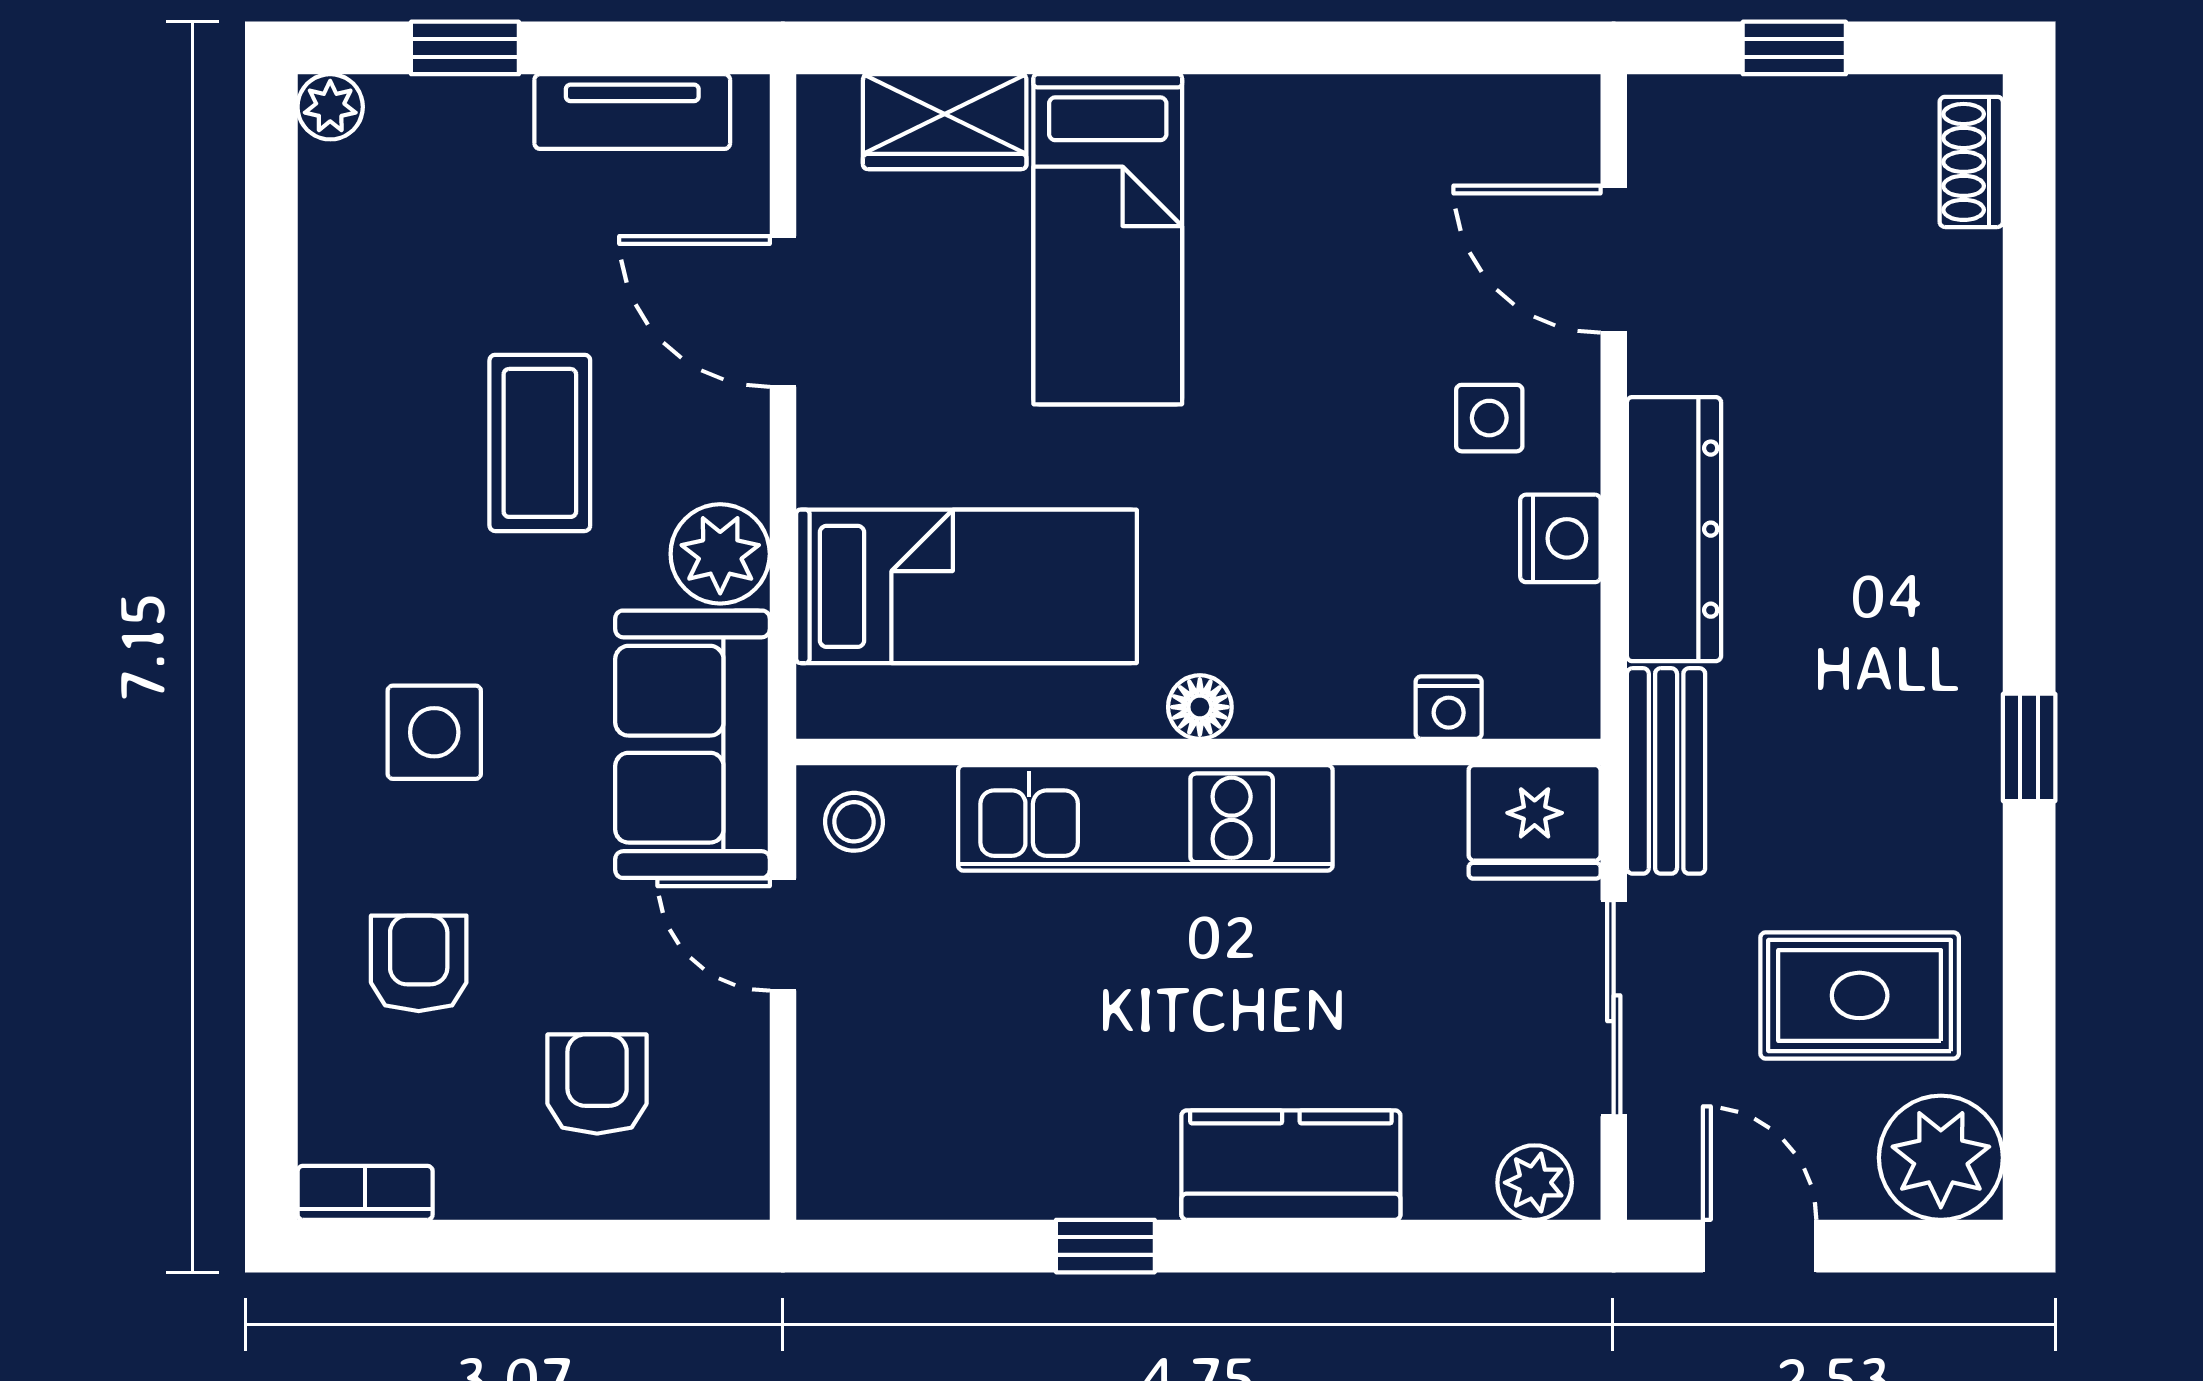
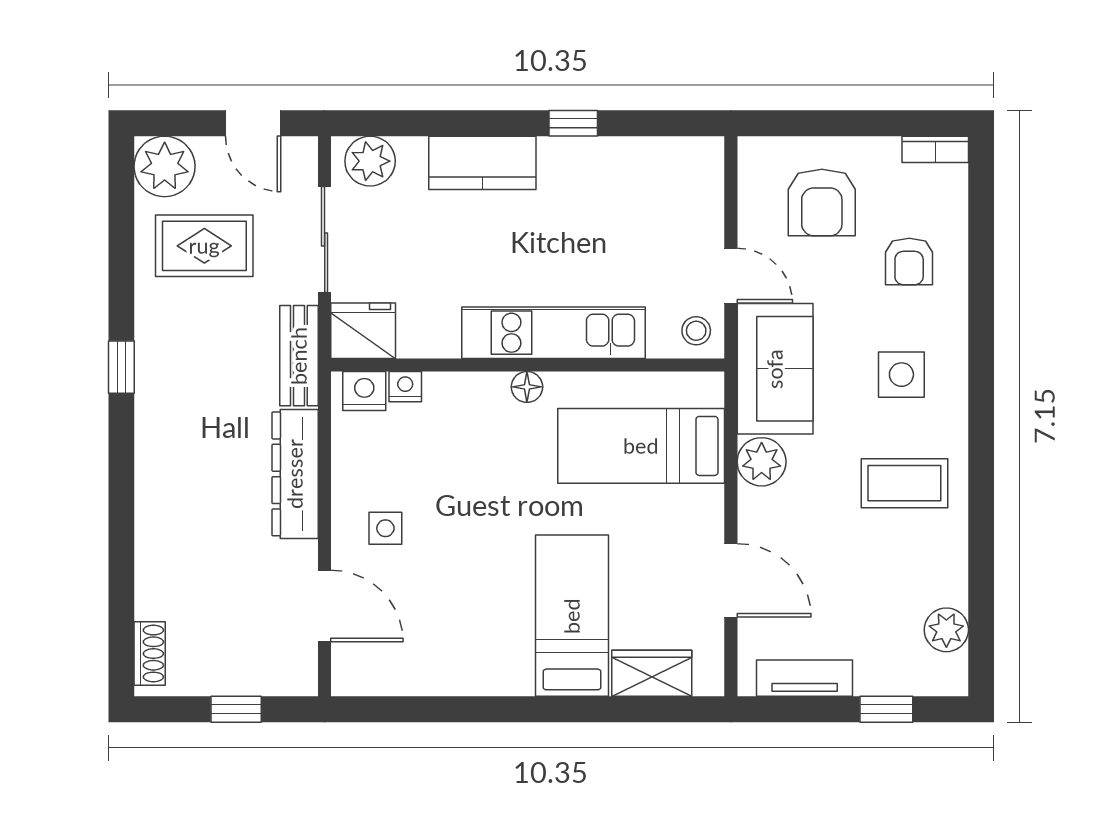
plant: (330, 107) -> (946, 630), moved, width x1.38, depth x1.38
coffee table: (540, 443) -> (904, 483), moved, turned 90
nightstand: (1560, 538) -> (364, 391), moved, turned 90
armchair: (597, 1084) -> (822, 203), width x1.38, depth x1.38
plant: (1535, 1183) -> (370, 161), width x1.38, depth x1.38

